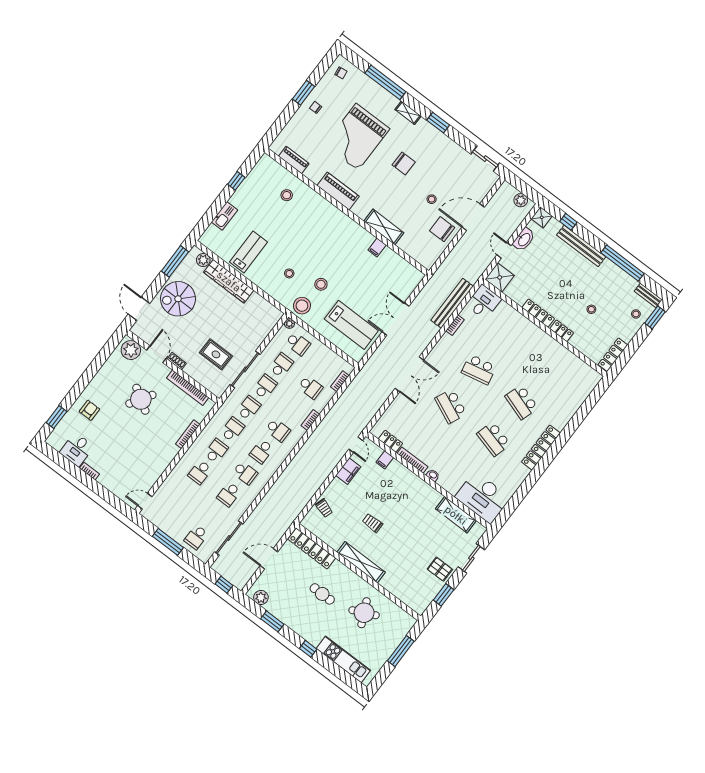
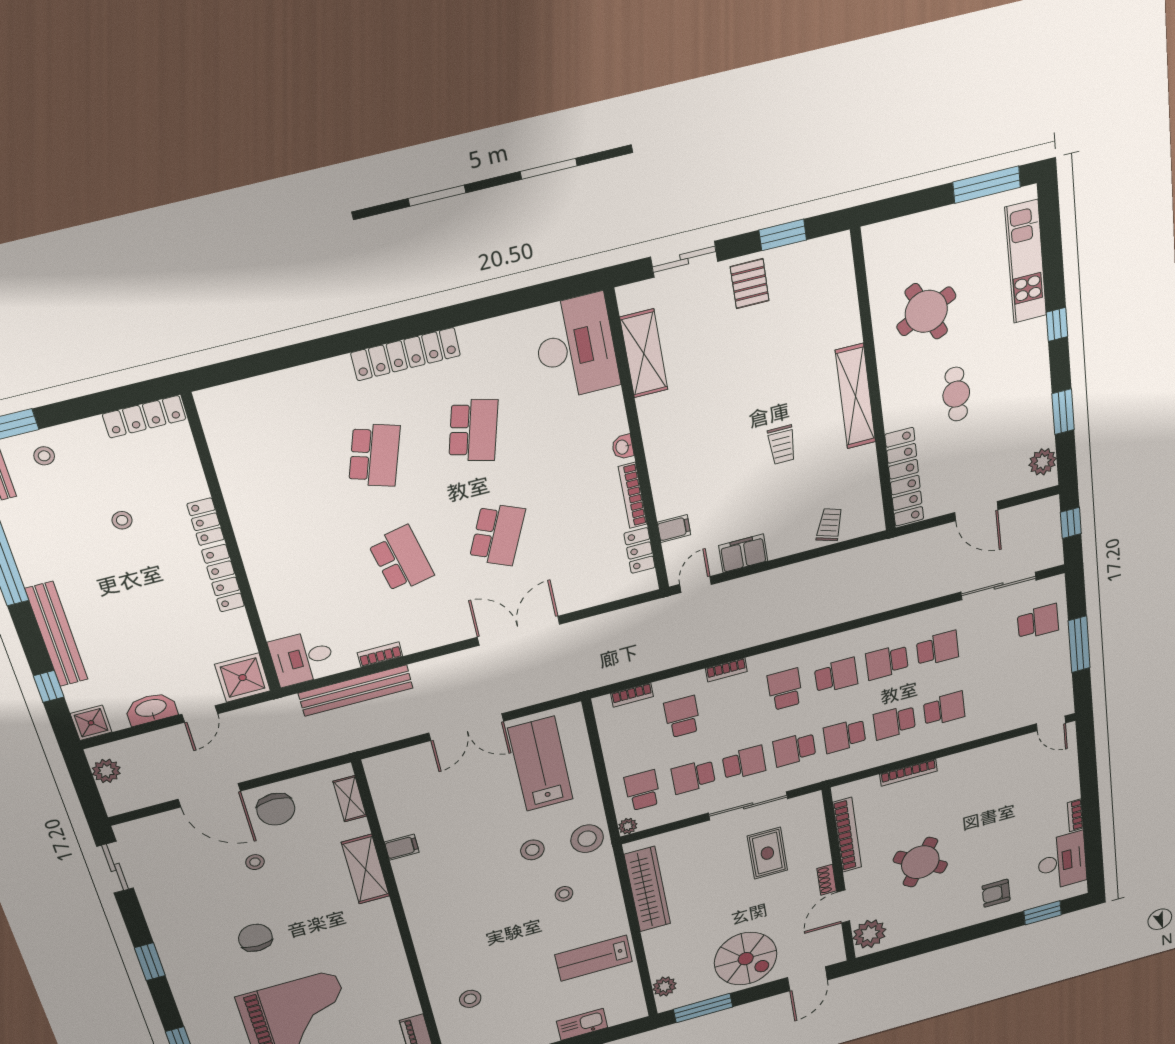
shelving: (408, 113) -> (350, 799), moved
piano: (338, 191) -> (390, 960), removed
wardrobe: (229, 281) -> (647, 889), moved
school desk: (265, 387) -> (744, 763), turned 180
desk: (77, 449) -> (1062, 861), width x1.37
school desk: (245, 473) -> (887, 662), turned -90
window: (401, 651) -> (987, 185), moved

